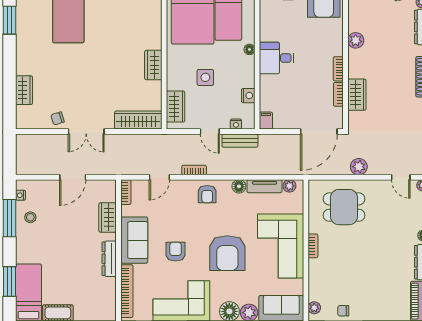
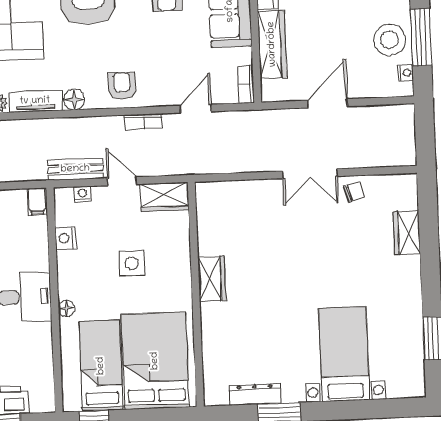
wardrobe: (176, 107) -> (165, 197), moved, turned -90
wardrobe: (138, 120) -> (231, 194), removed
double door: (86, 132) -> (310, 174), swing flipped
stool: (30, 217) -> (389, 40), width x1.89, depth x1.89
wardrobe: (108, 217) -> (272, 44), width x1.50

